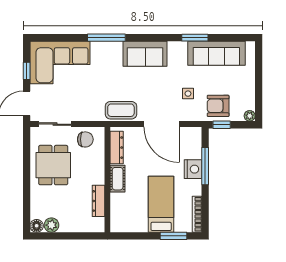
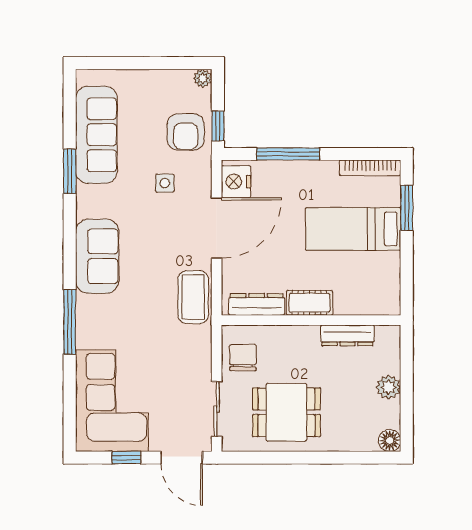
nightstand: (193, 169) -> (236, 182), moved, turned -90
plant: (51, 225) -> (388, 387), moved

